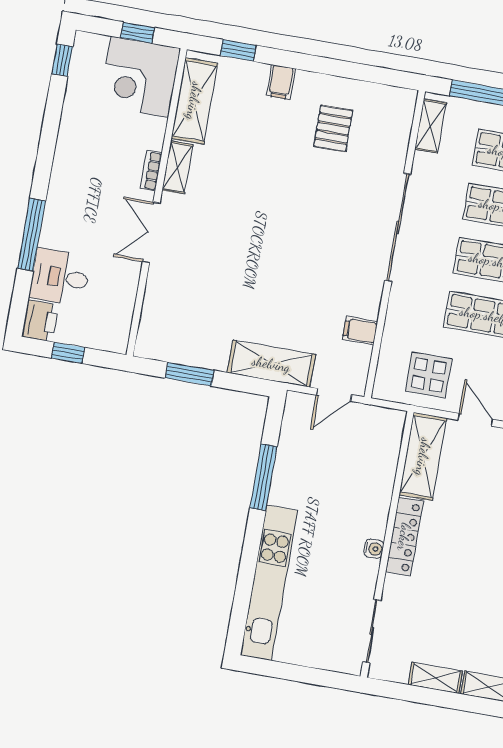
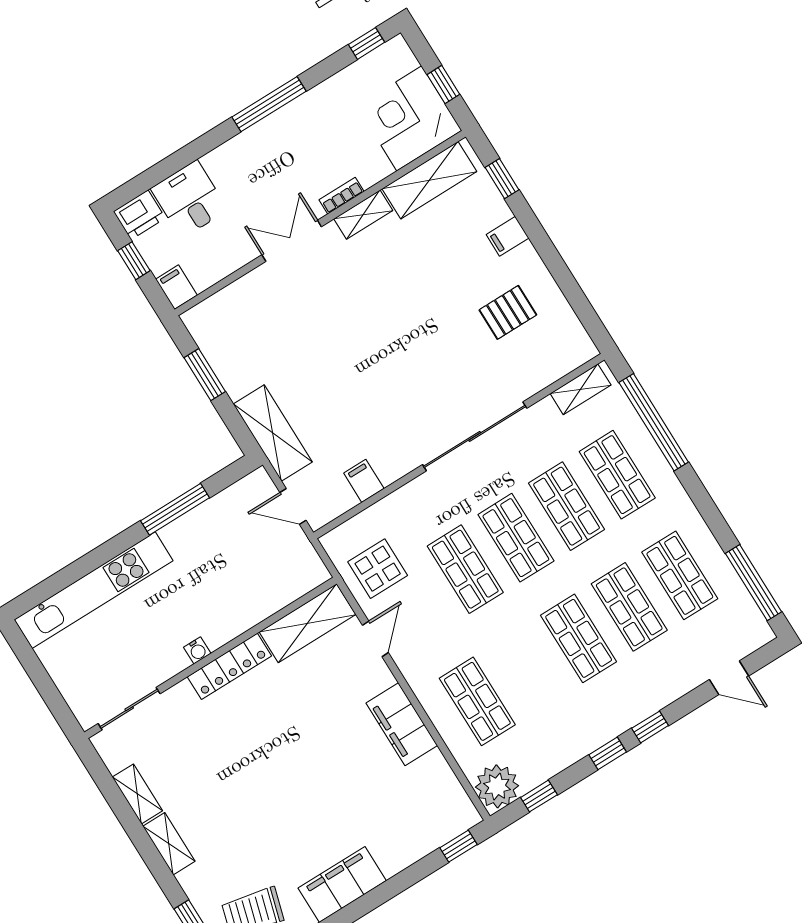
window: (31, 235) -> (269, 104), moved
filing cabinet: (112, 340) -> (176, 287), added

